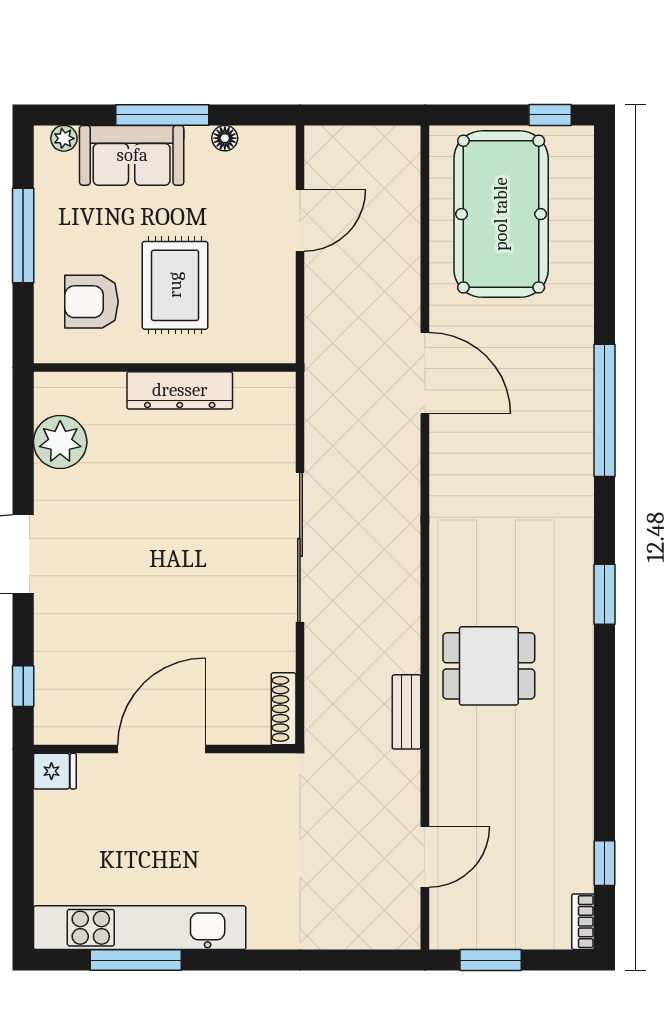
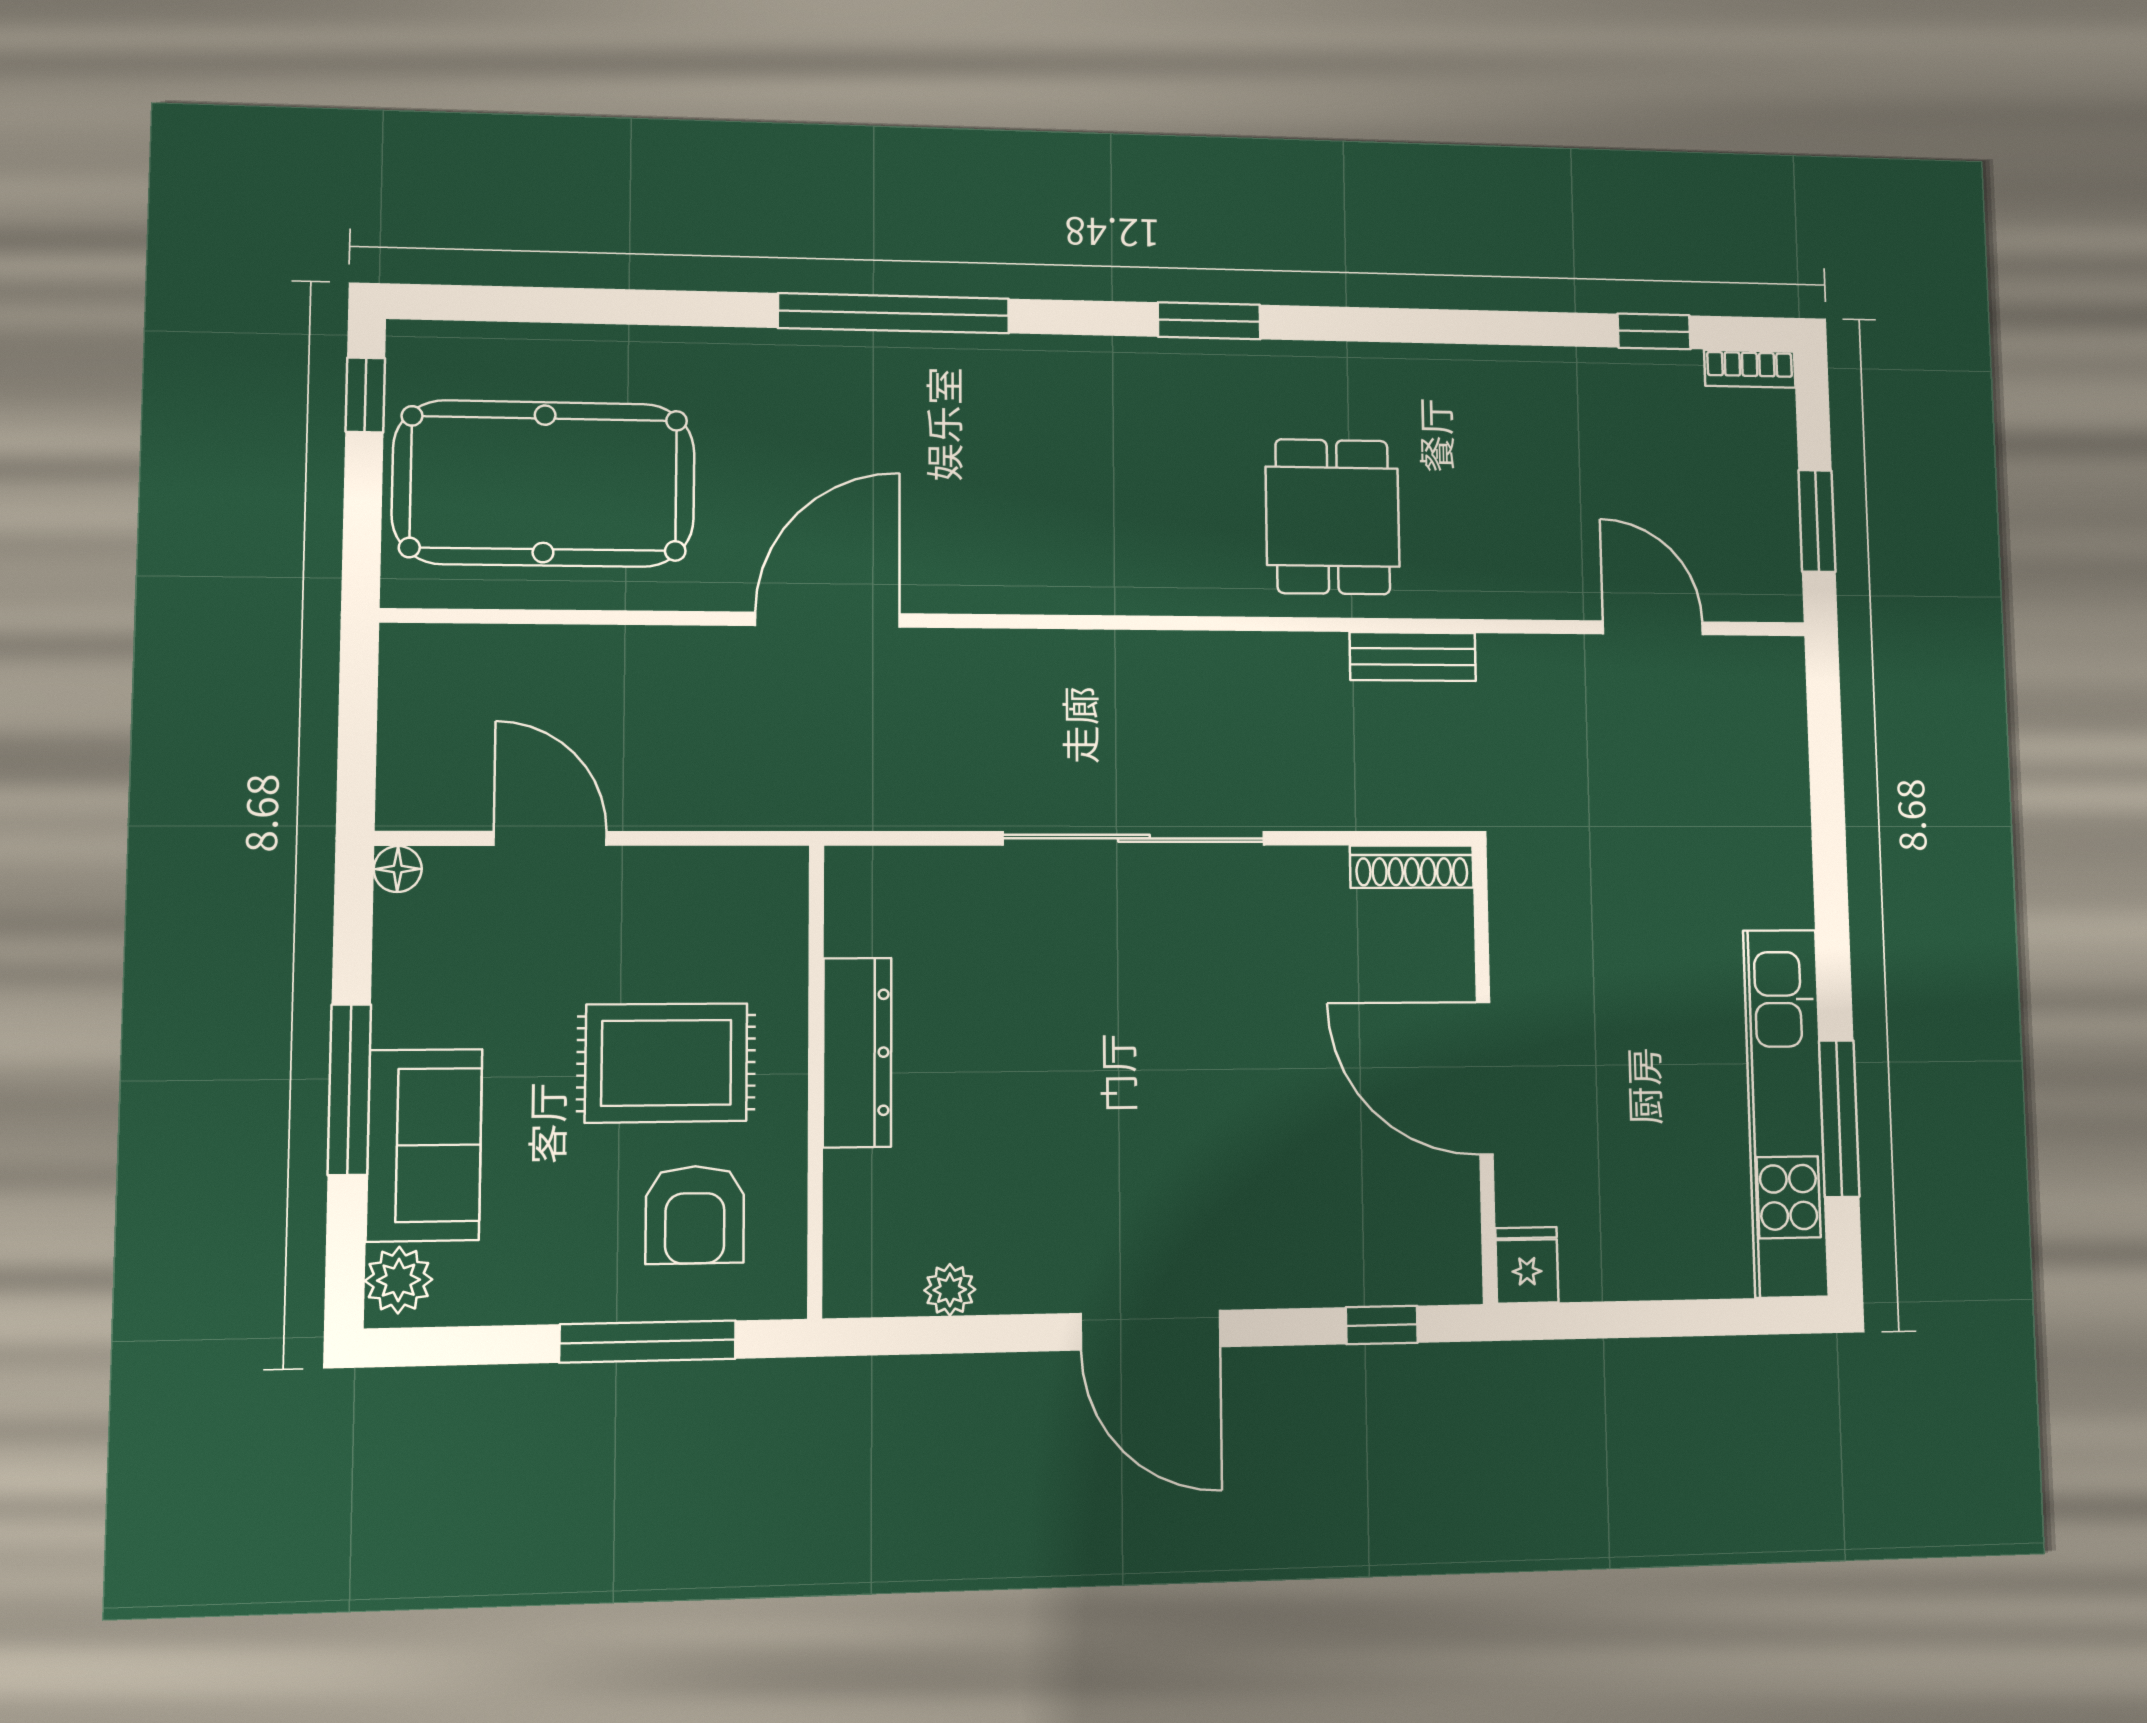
plant: (64, 138) -> (399, 1280), width x1.38, depth x1.38
floor lamp: (225, 138) -> (398, 869), moved
window: (23, 235) -> (648, 1342), moved
plant: (60, 442) -> (950, 1290), width x0.53, depth x0.53

